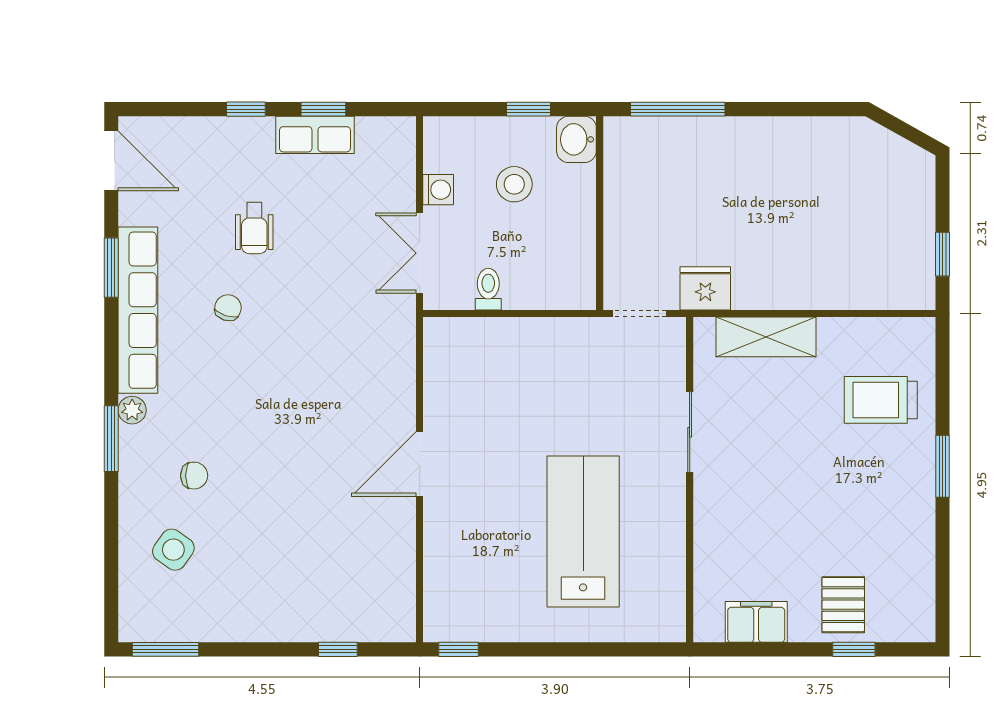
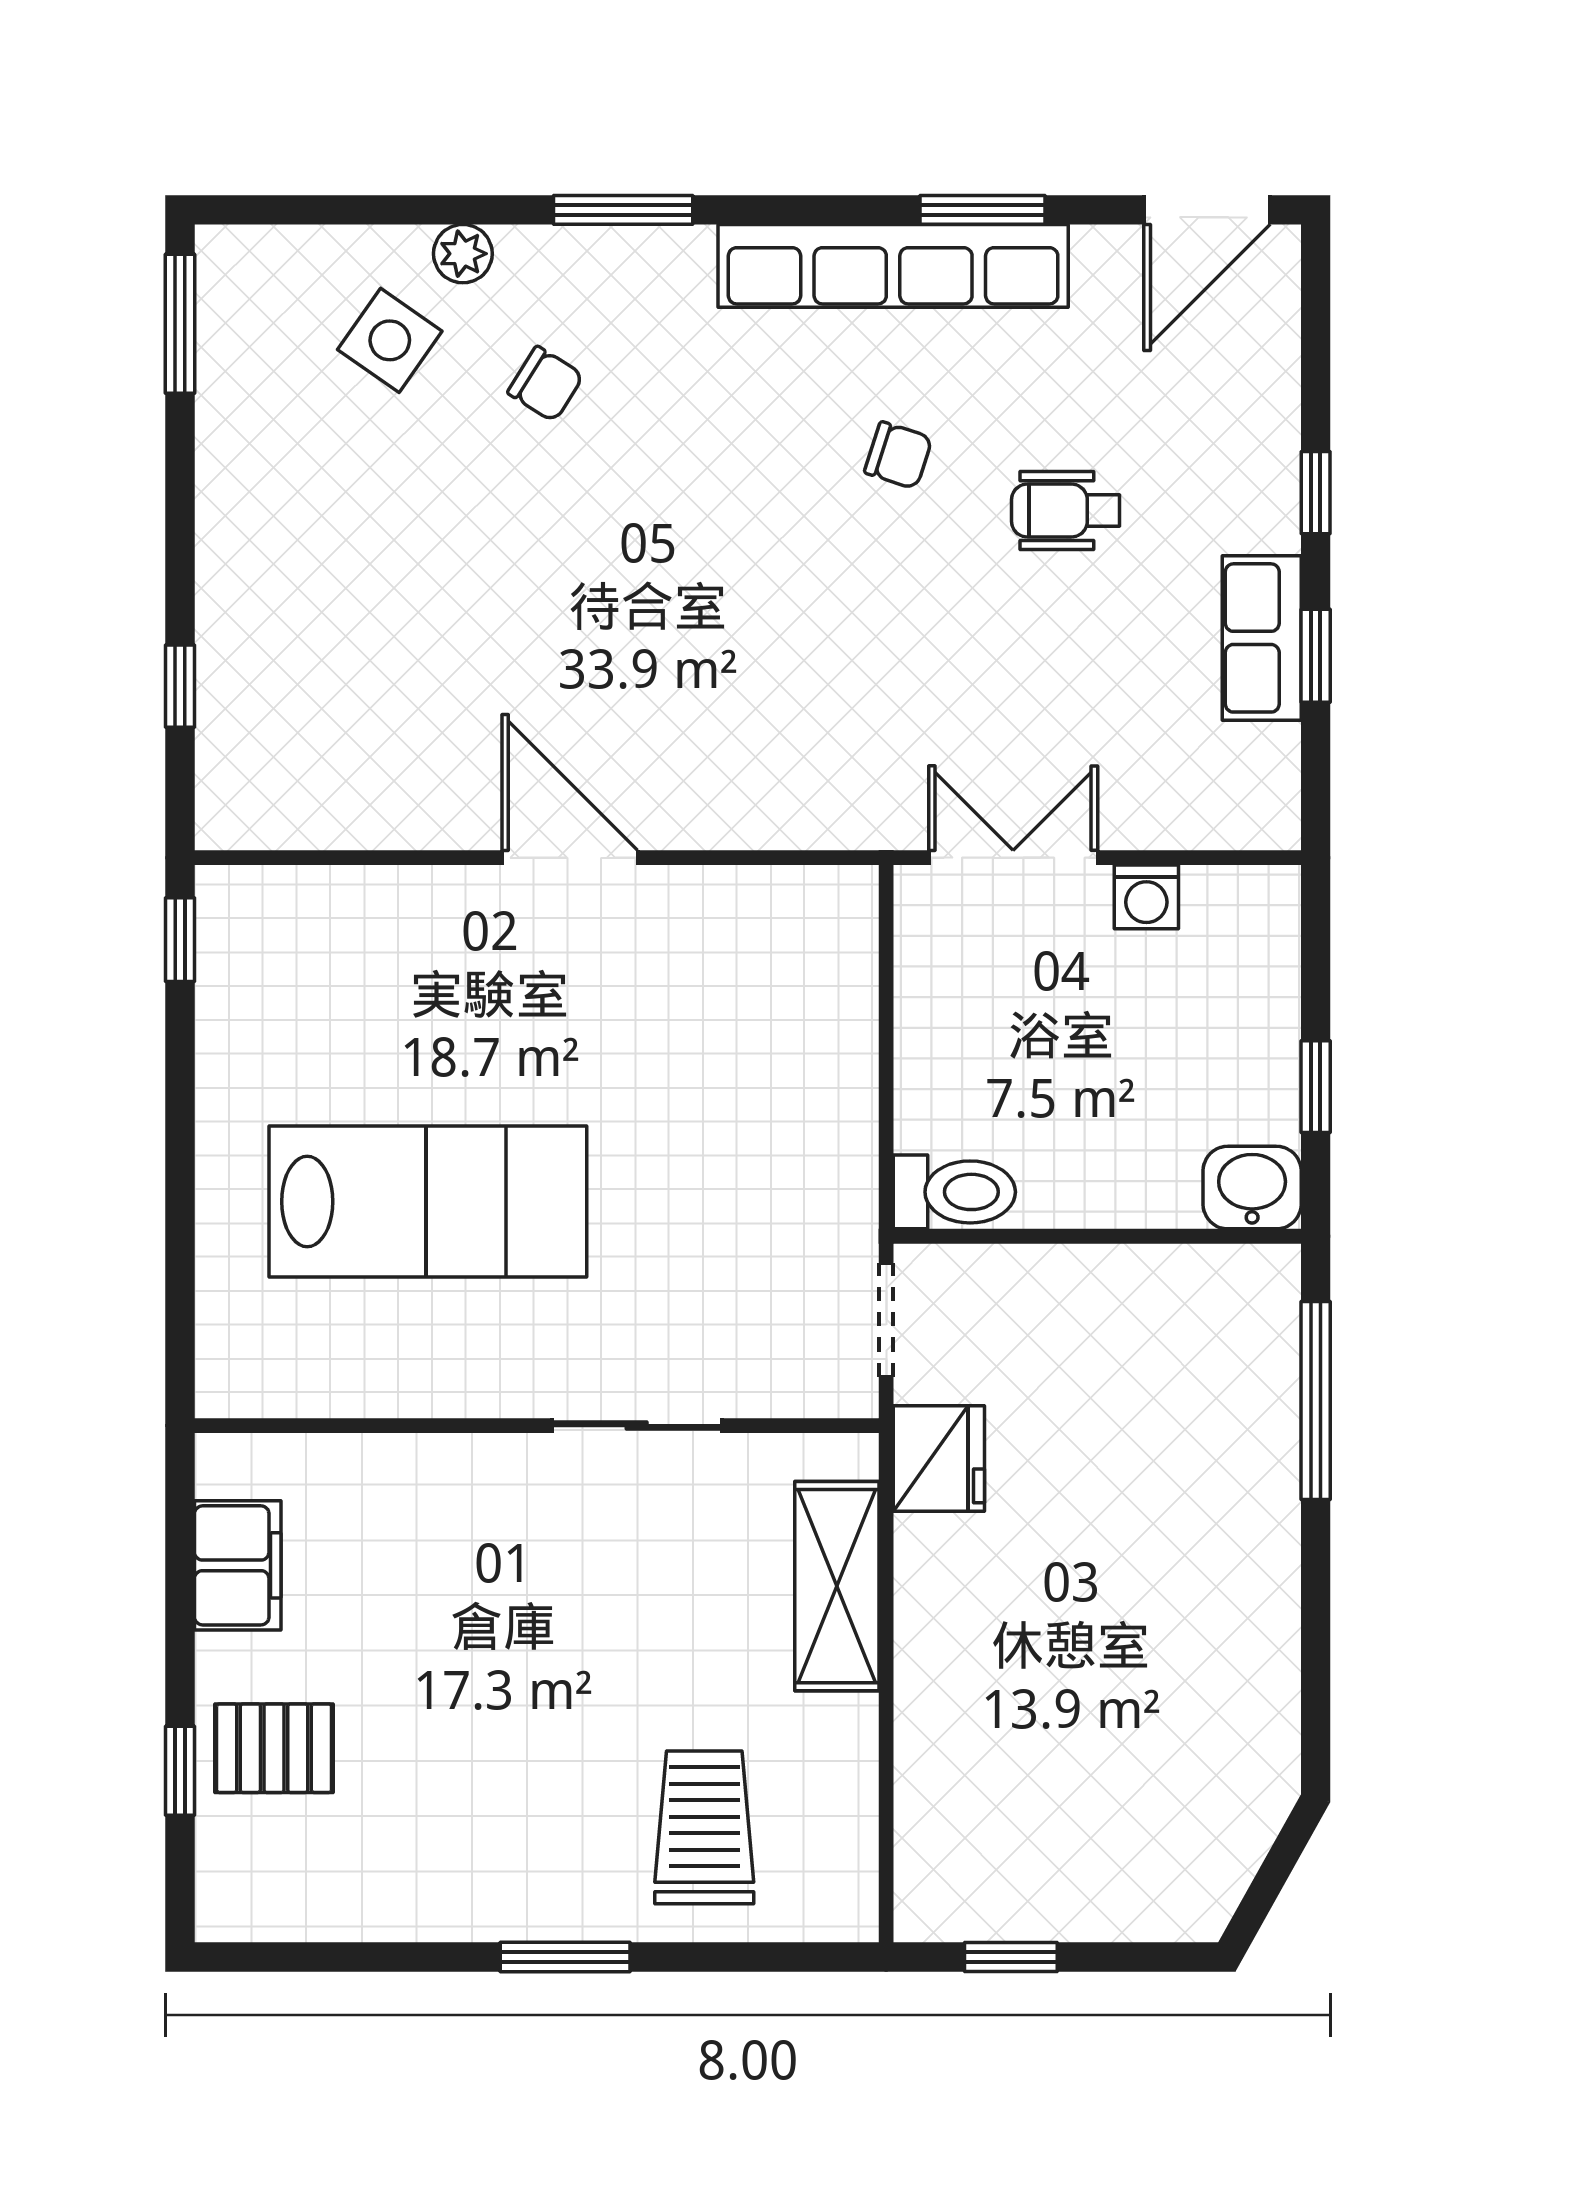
stool: (514, 184) -> (1158, 1057), removed
toilet: (488, 289) -> (954, 1192), moved, width x1.37, depth x1.39
plant: (132, 410) -> (463, 254), moved
chair: (194, 476) -> (545, 384), turned -58

